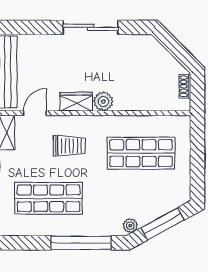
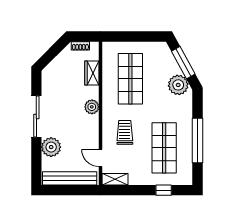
plant: (50, 47) -> (51, 147), added
wardrobe: (76, 102) -> (92, 73), moved
plant: (130, 226) -> (178, 85), width x1.88, depth x1.88
window: (81, 243) -> (198, 141), moved

